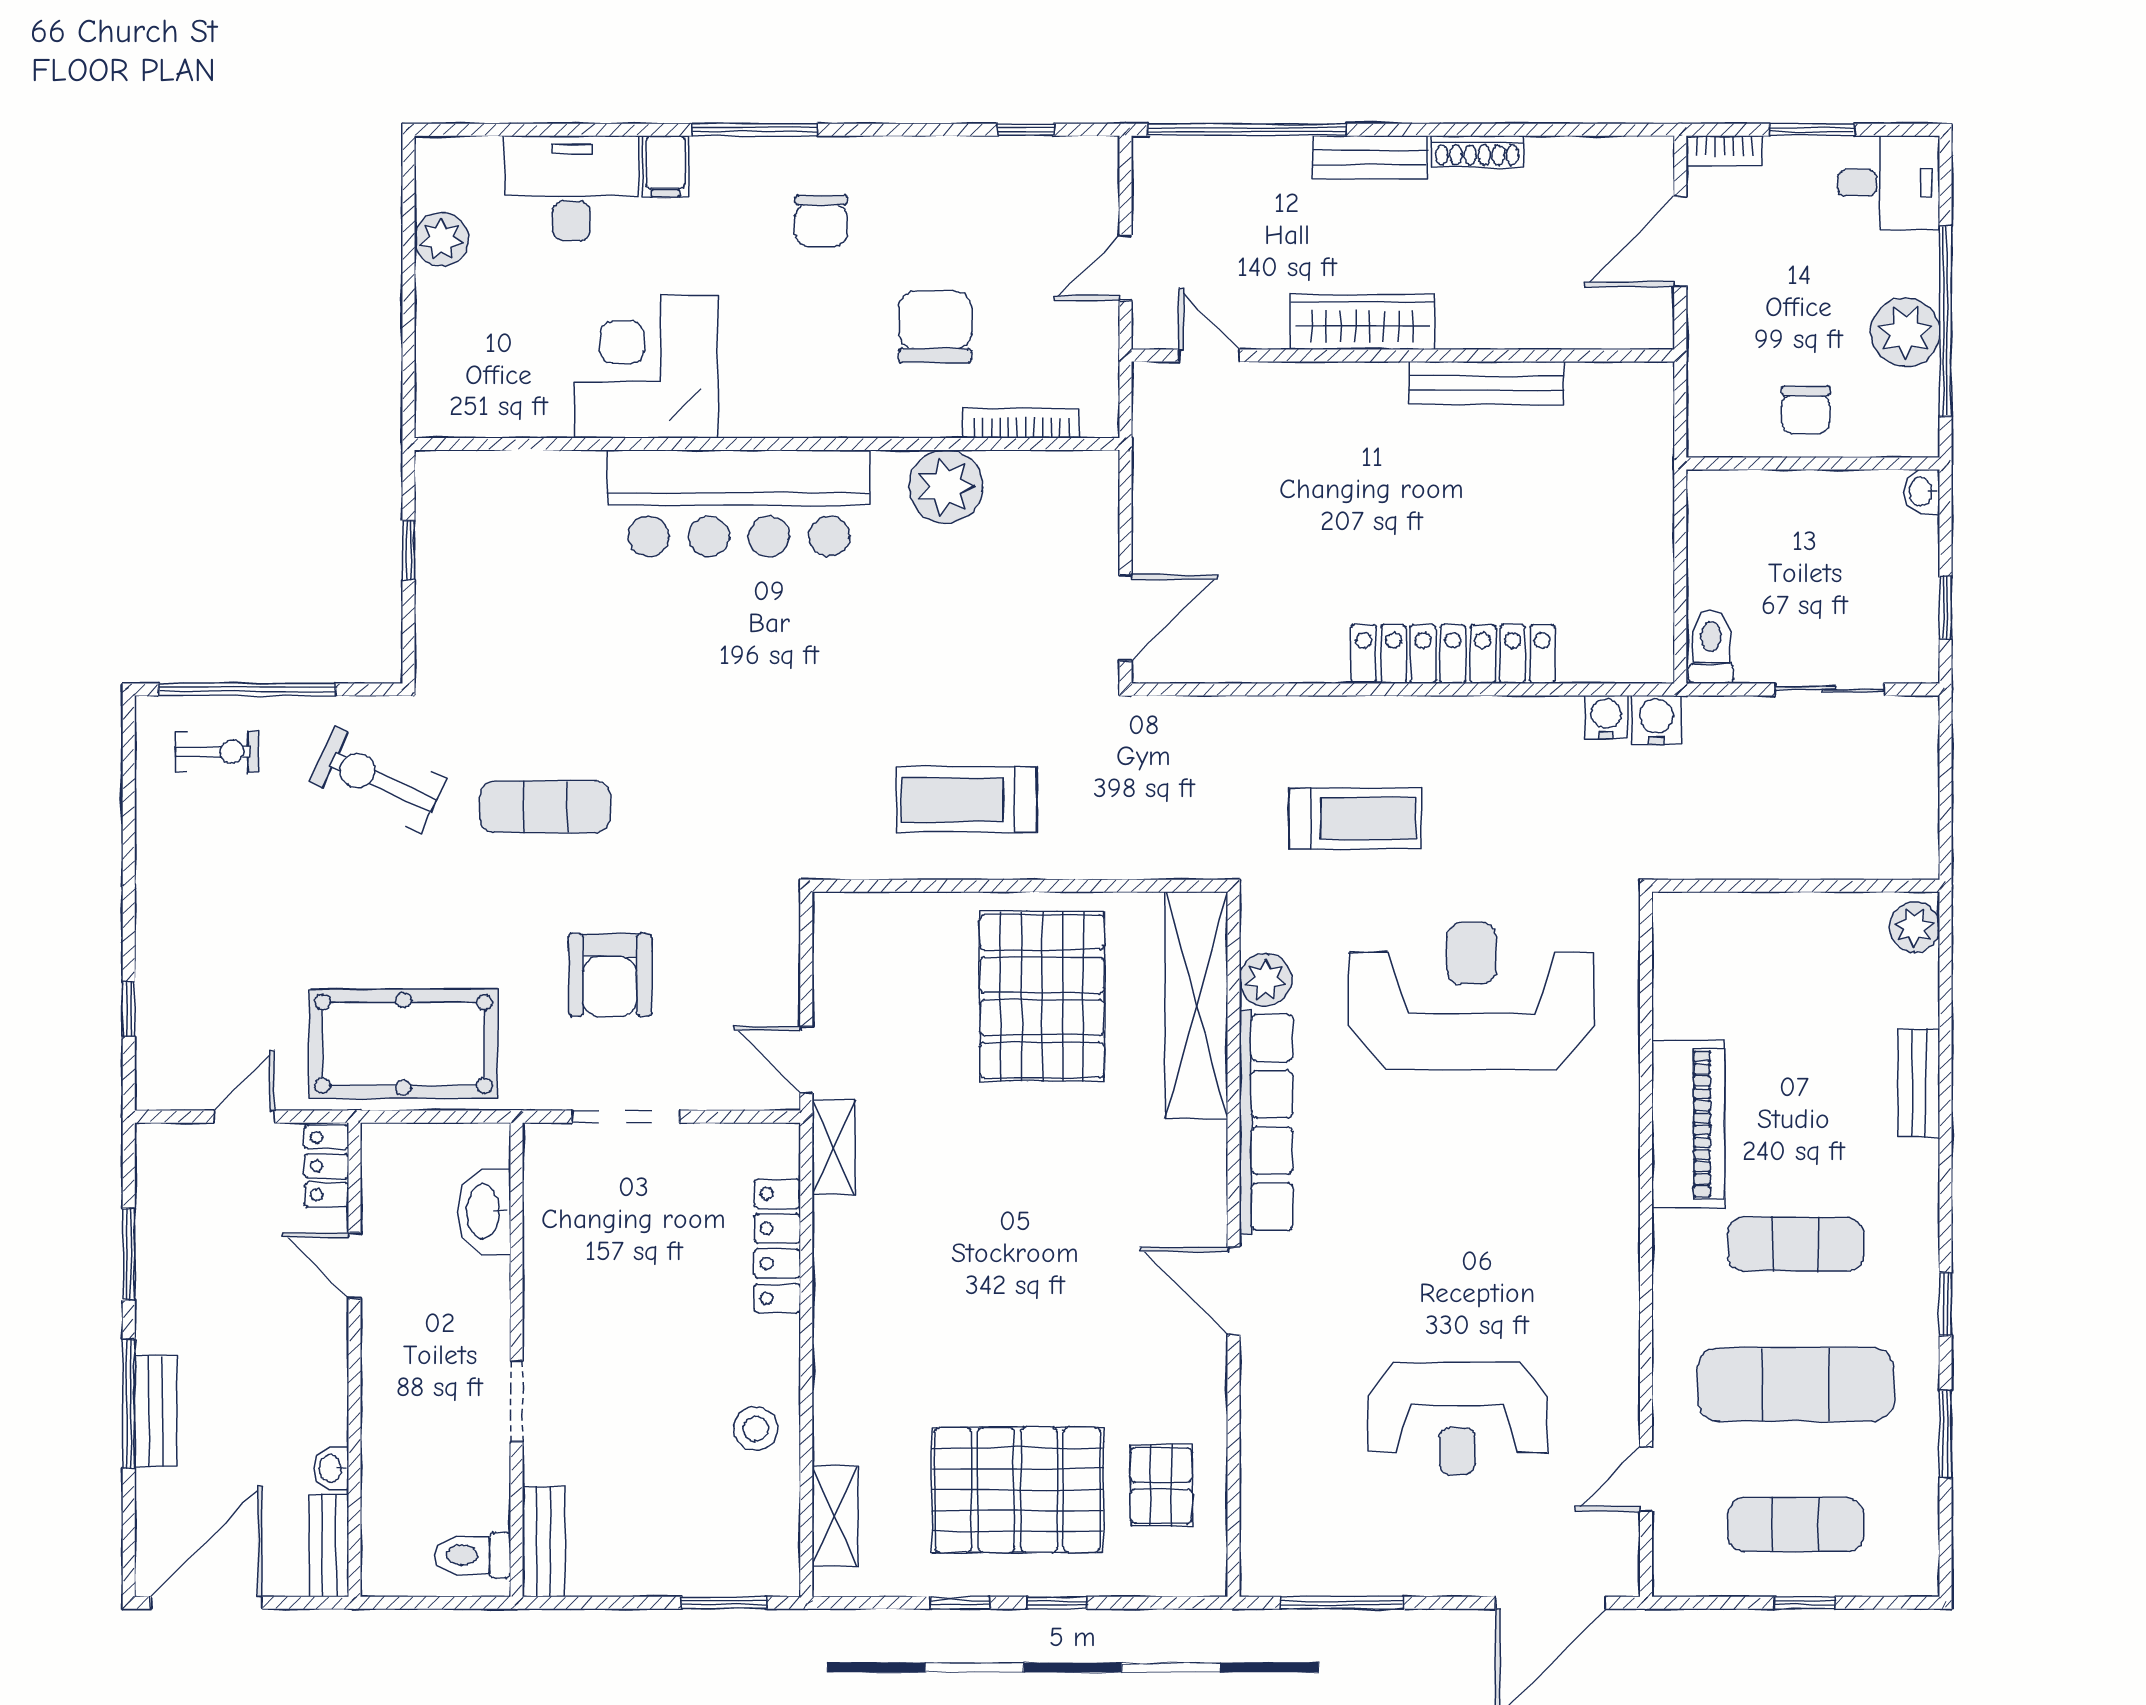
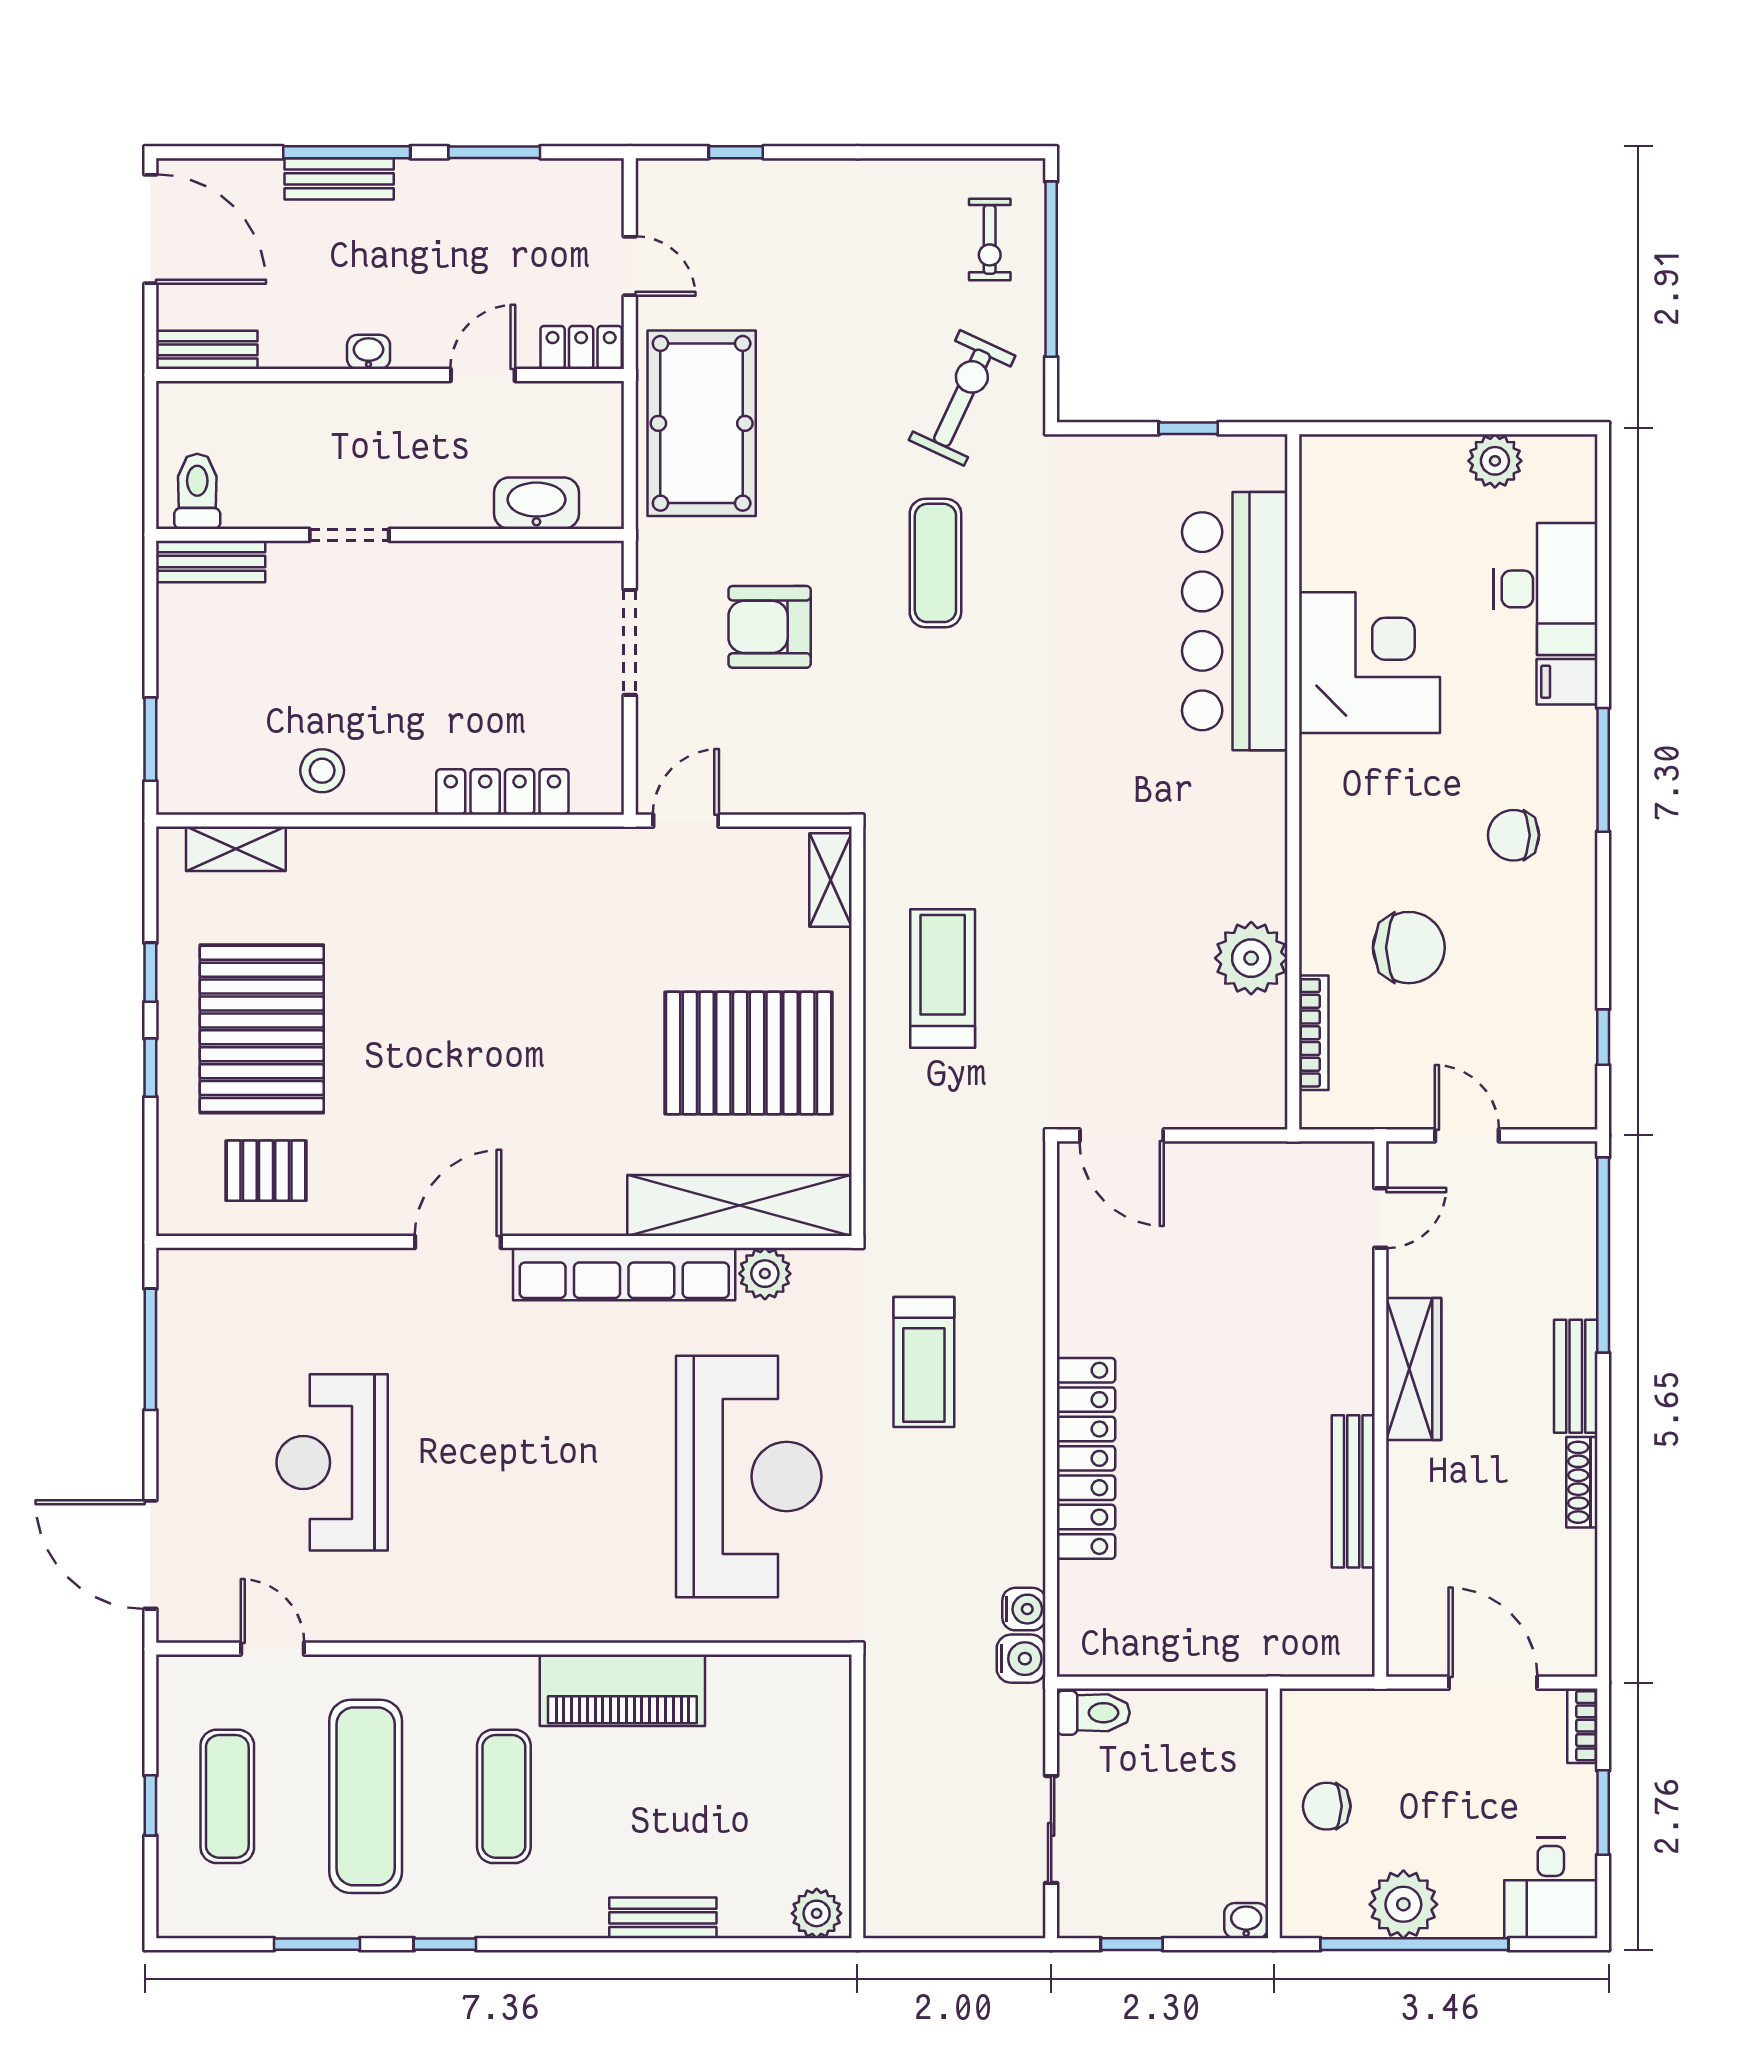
bar counter: (739, 503) -> (1235, 621), moved
shelving: (834, 1147) -> (831, 880), moved, turned 90
washbasin: (331, 1469) -> (369, 352), moved

